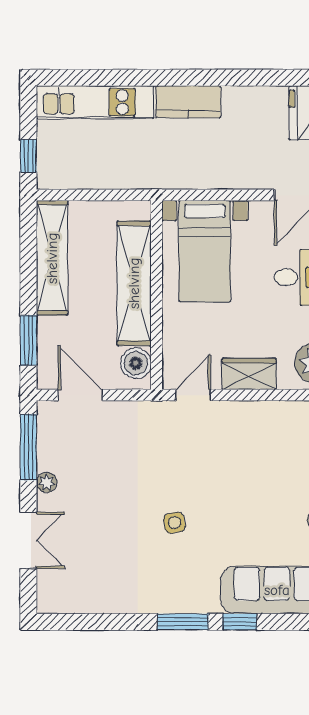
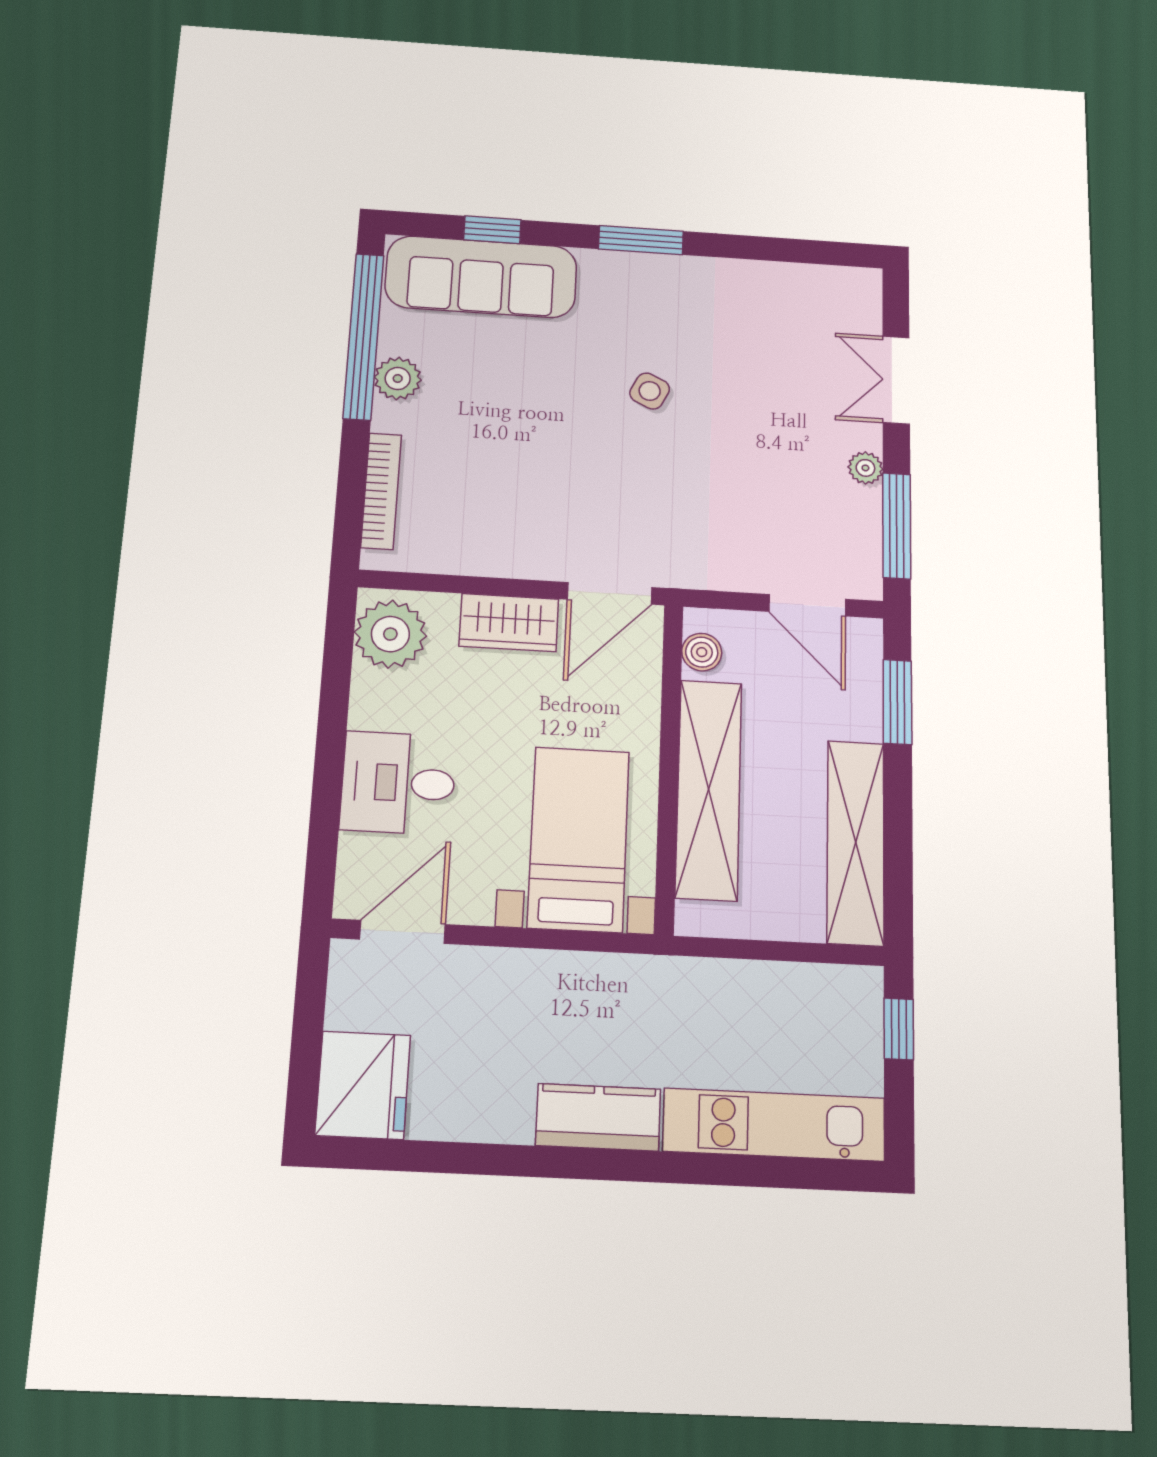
boiler: (136, 363) -> (702, 652), width x0.73, depth x0.73
door: (193, 395) -> (610, 593), width x1.38
side table: (174, 523) -> (650, 391), turned 36
window: (240, 622) -> (492, 230), moved

